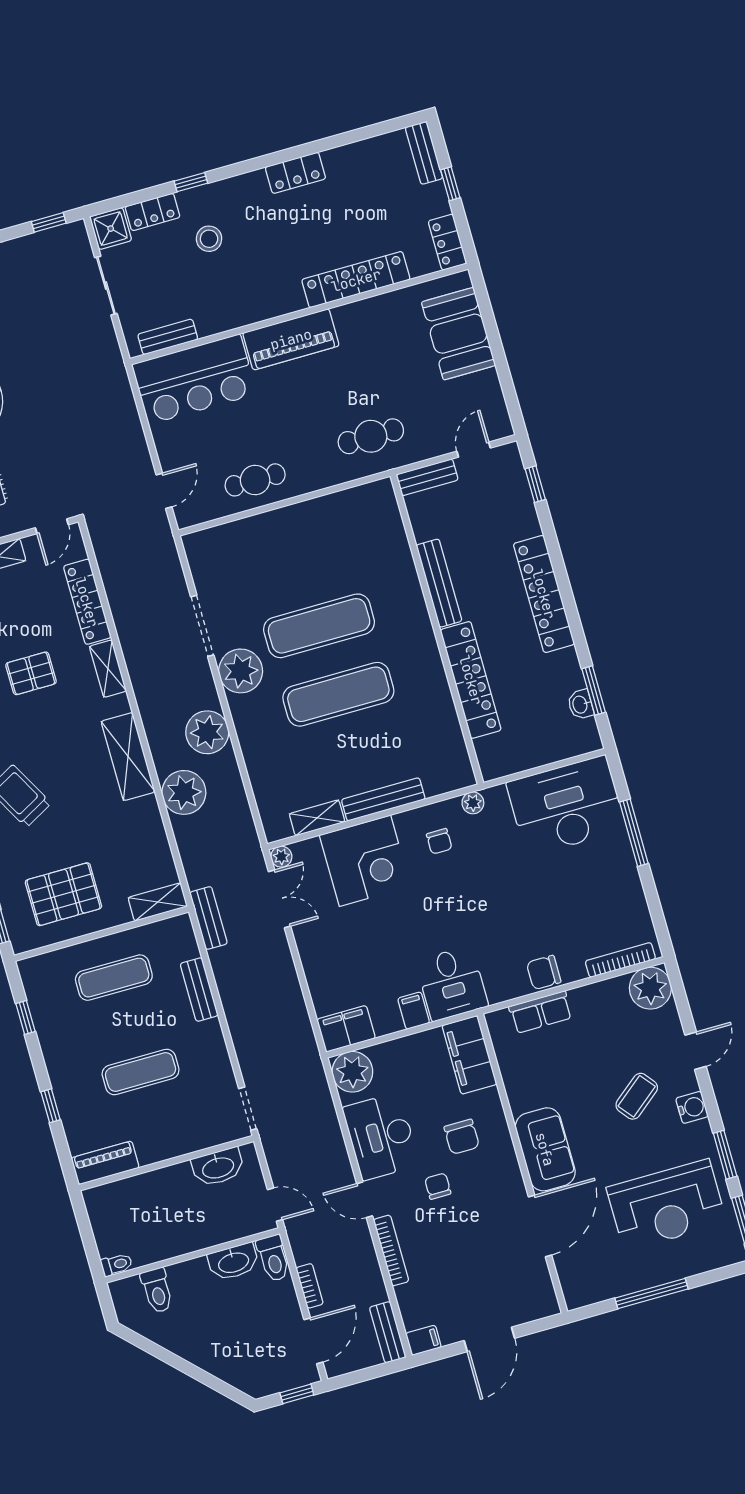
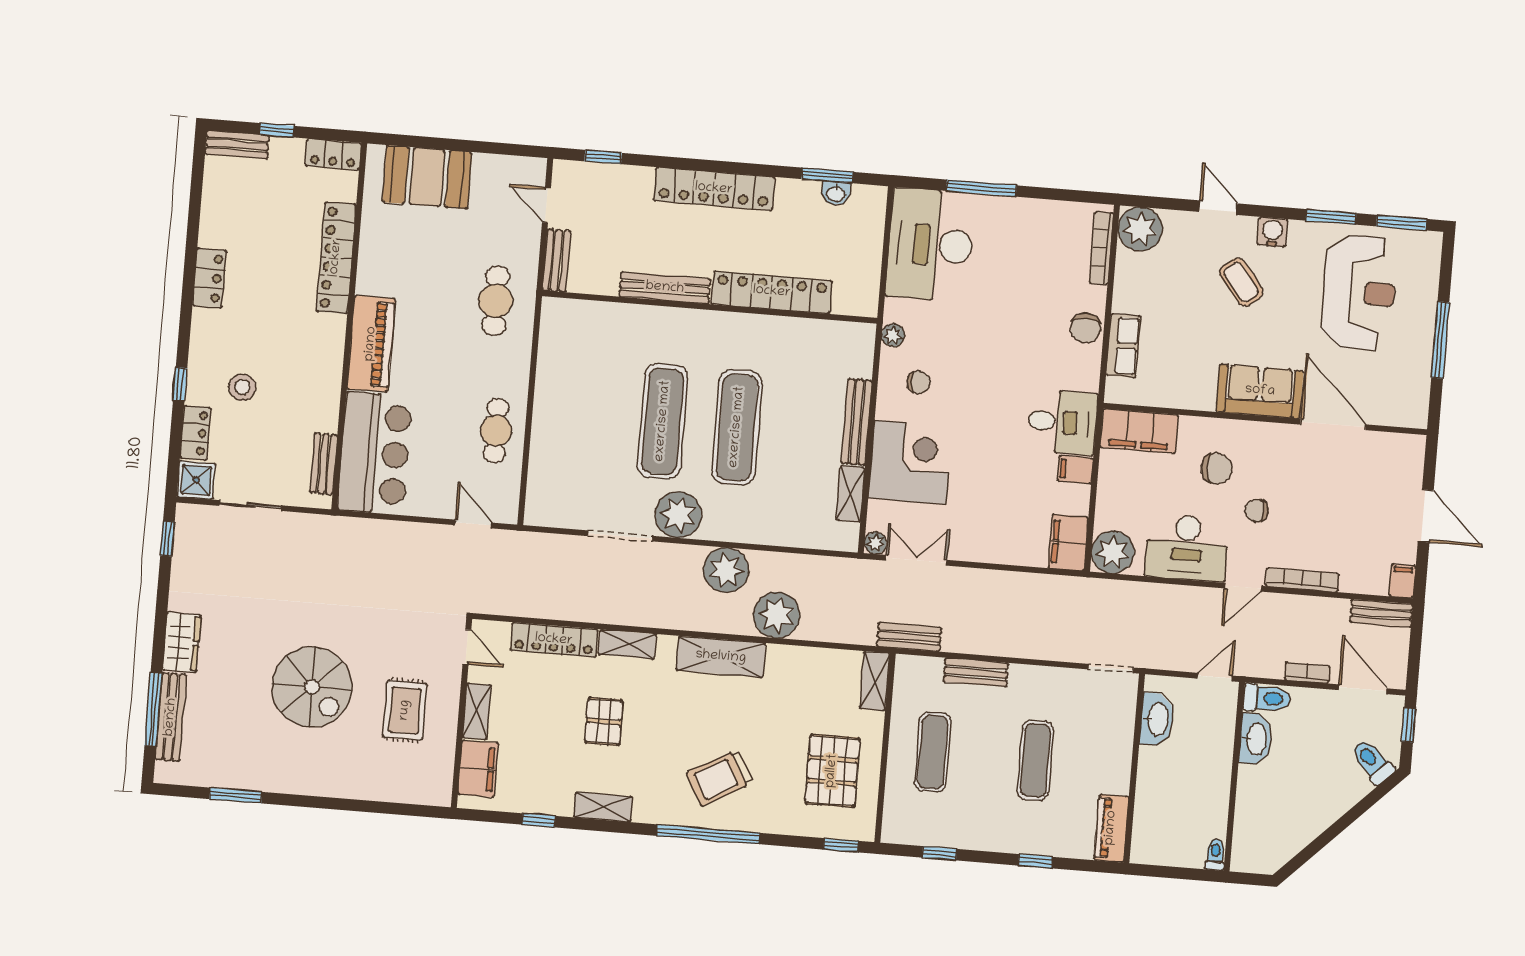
toilet: (157, 1290) -> (1372, 761), moved, turned -135

